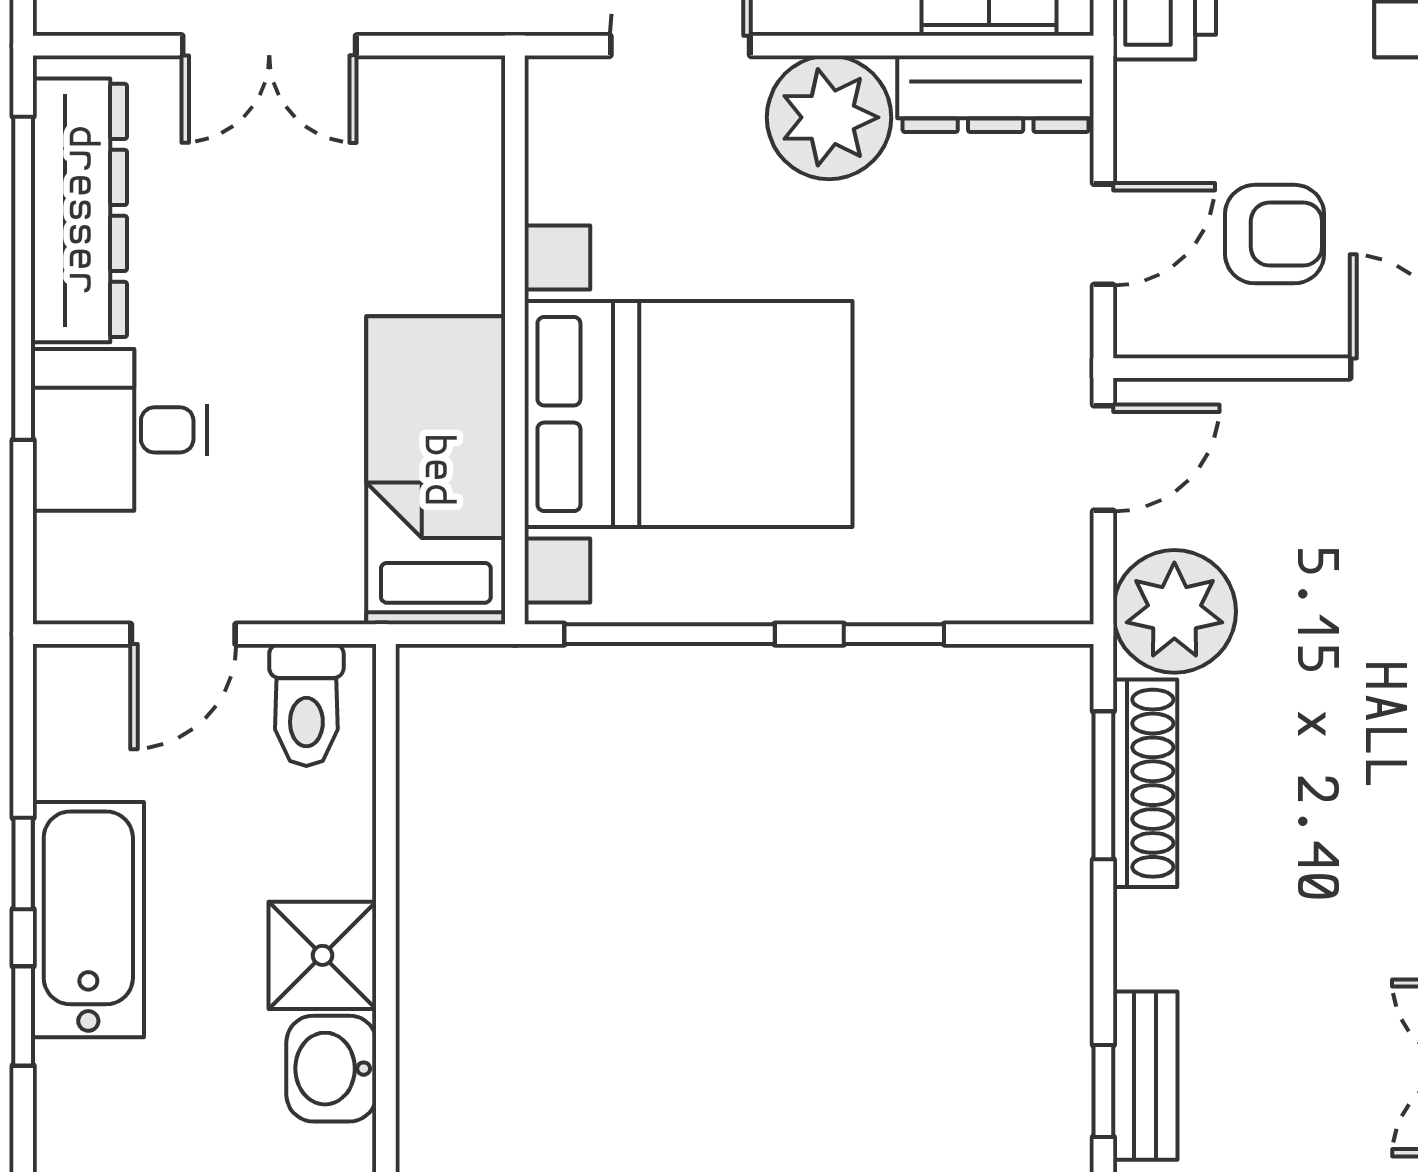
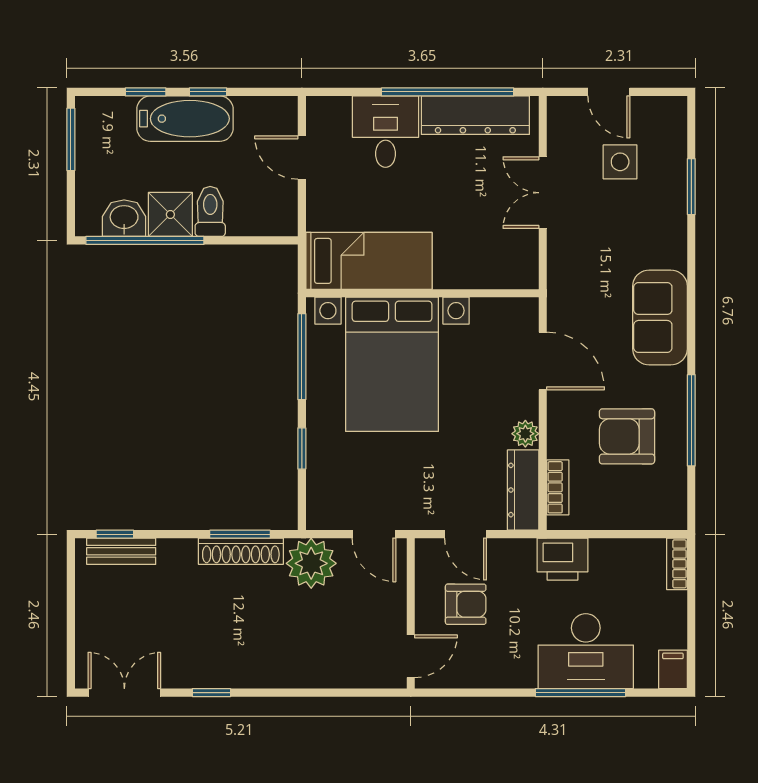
plant: (829, 117) -> (525, 434), width x0.53, depth x0.53
armchair: (1275, 234) -> (466, 604), turned -90
toilet: (306, 705) -> (210, 211), moved, turned 90
window: (386, 1018) -> (145, 240), added

